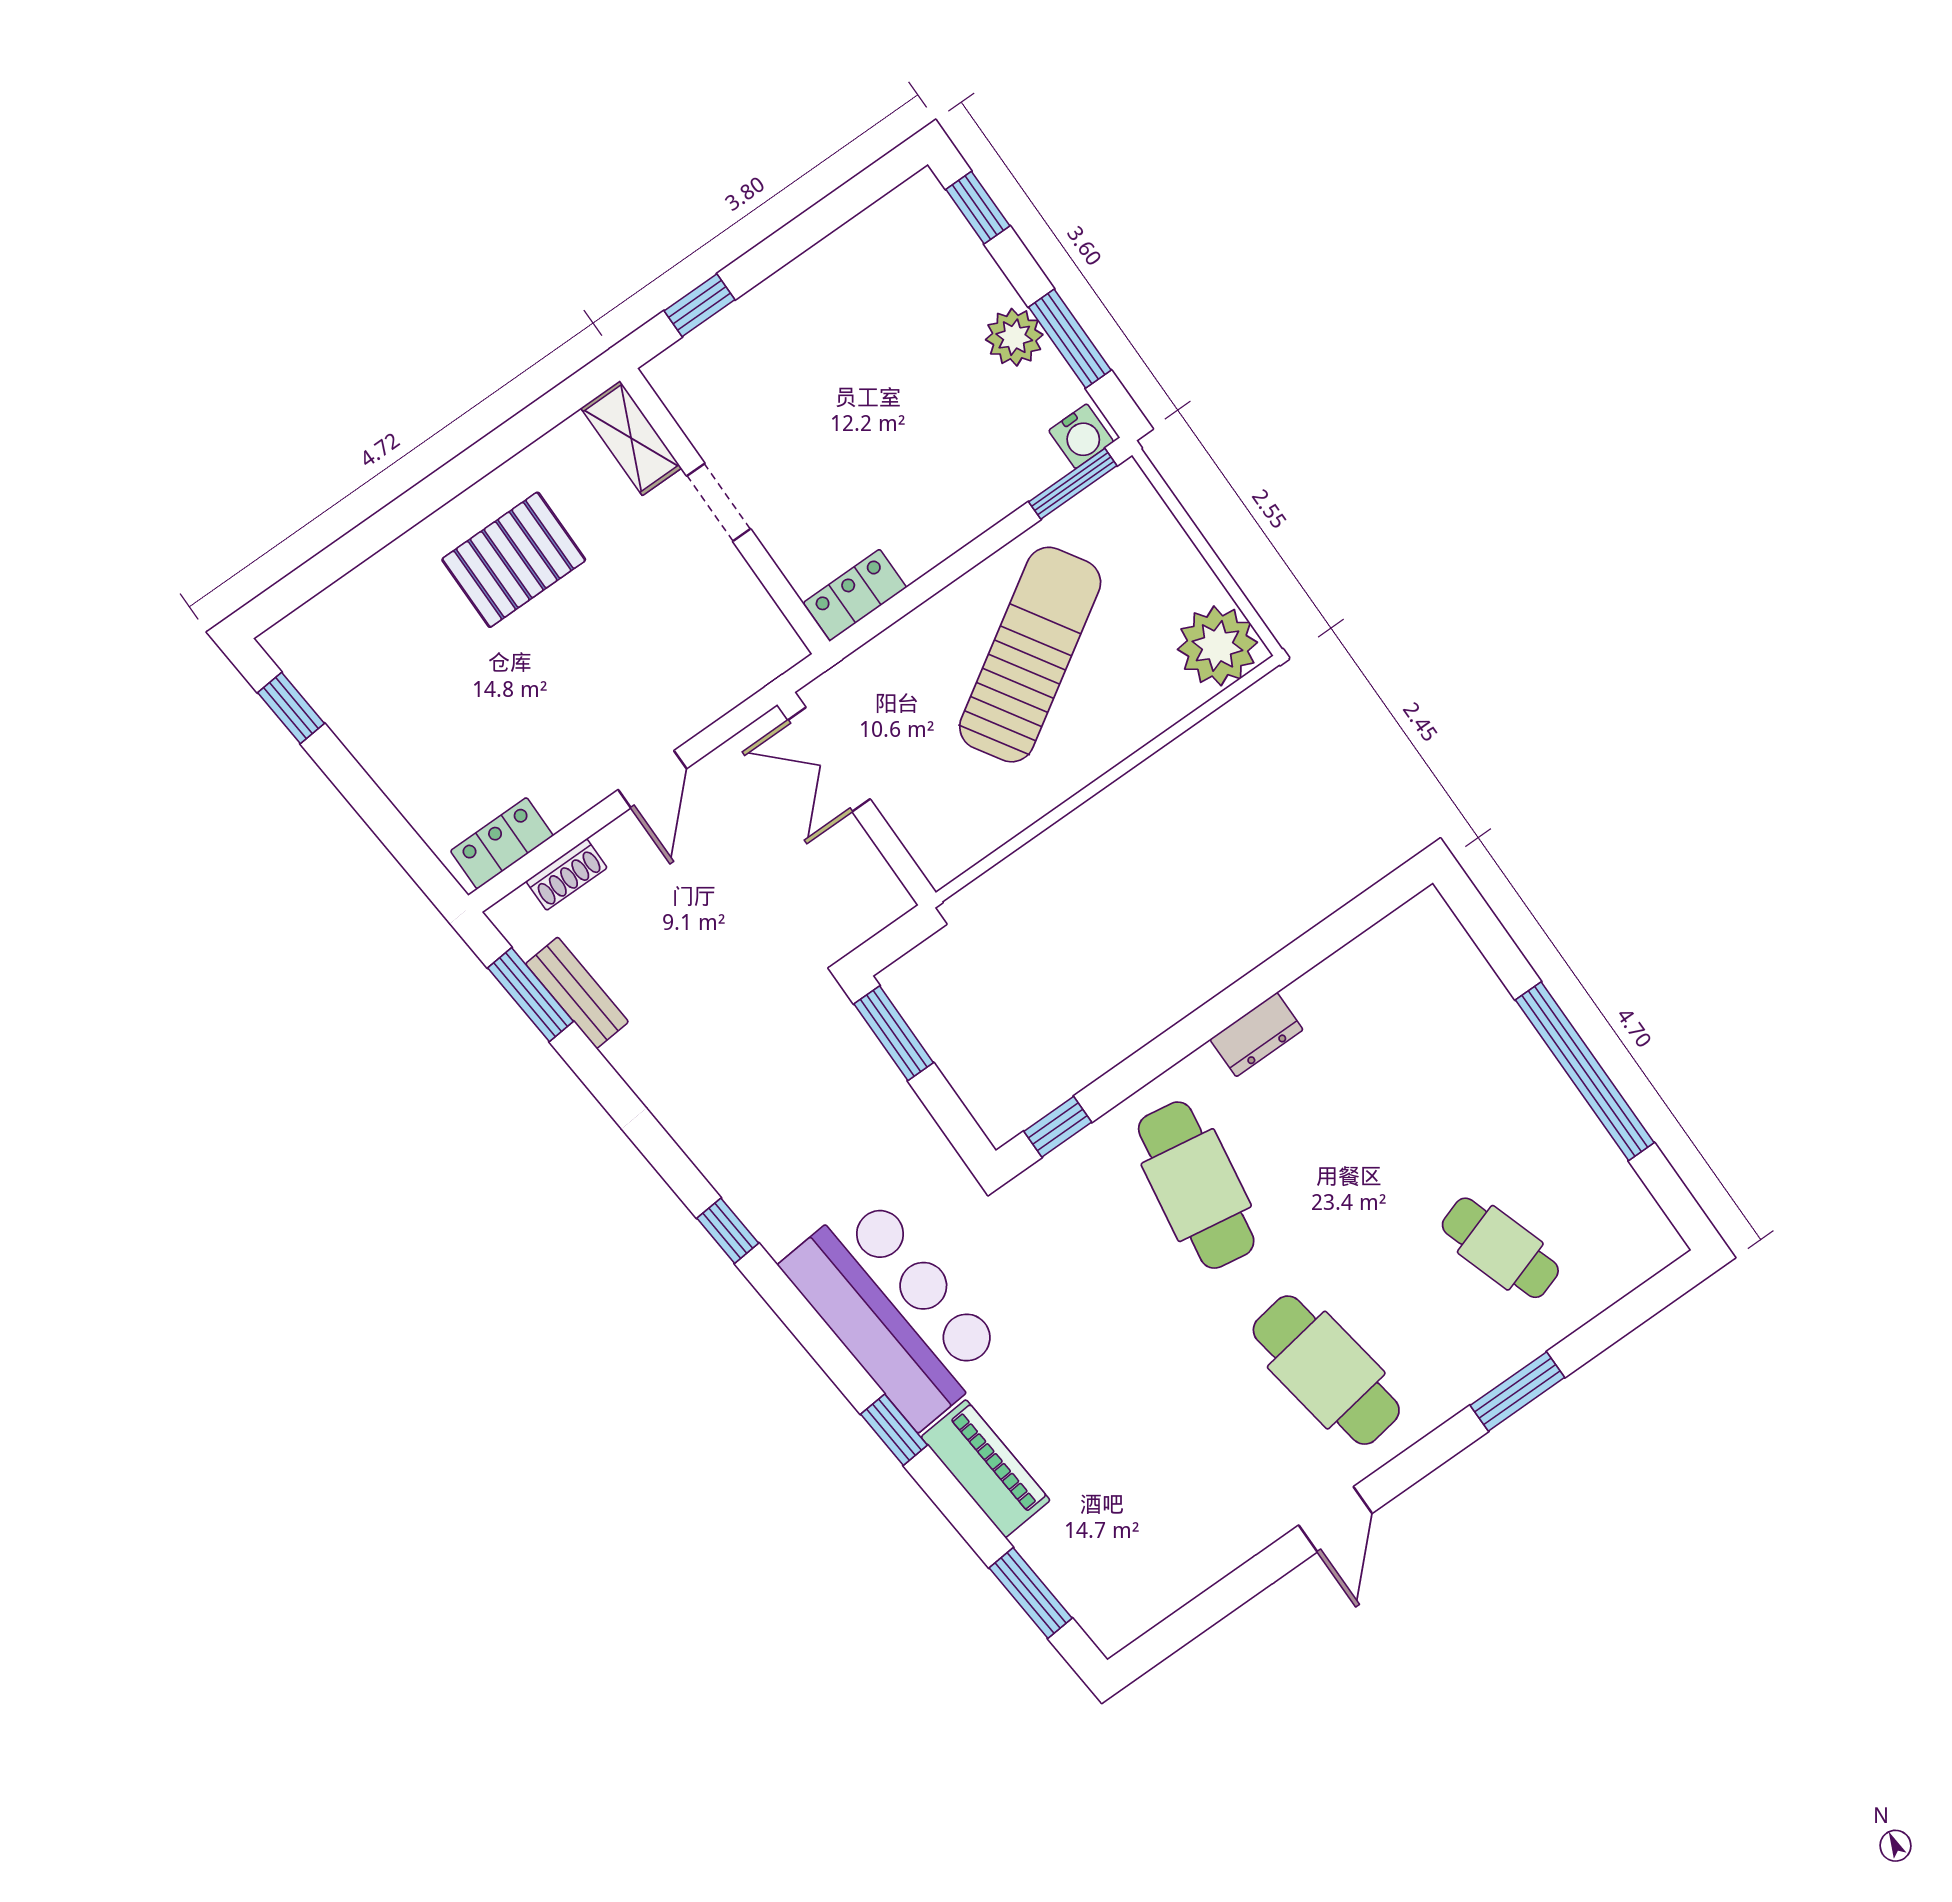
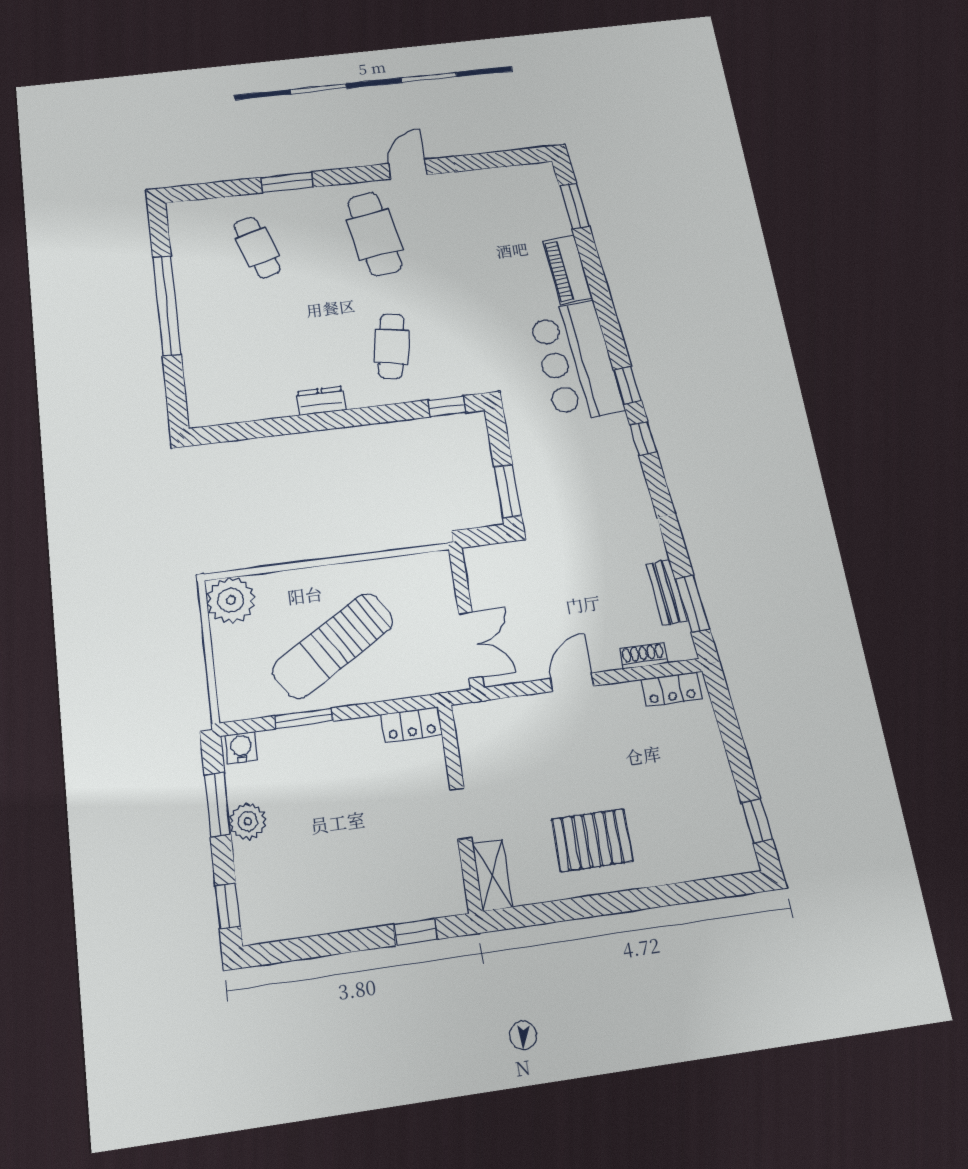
window: (1073, 484) -> (304, 718), moved
cafe table: (1196, 1185) -> (391, 346), width x0.73, depth x0.74
window: (894, 1430) -> (627, 385), moved

